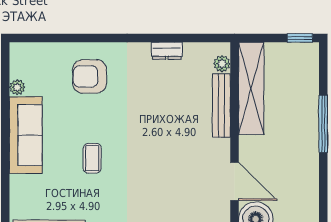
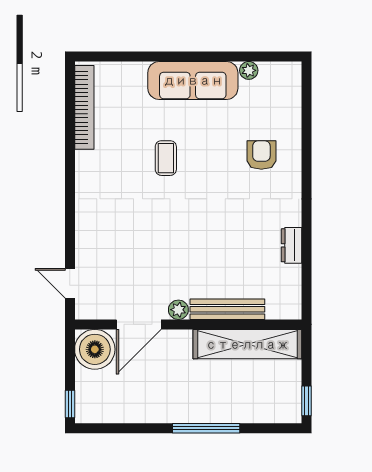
plant: (222, 64) -> (178, 310), moved
armchair: (90, 76) -> (261, 155), width x0.72, depth x0.72
coffee table: (92, 158) -> (166, 158), turned 90

